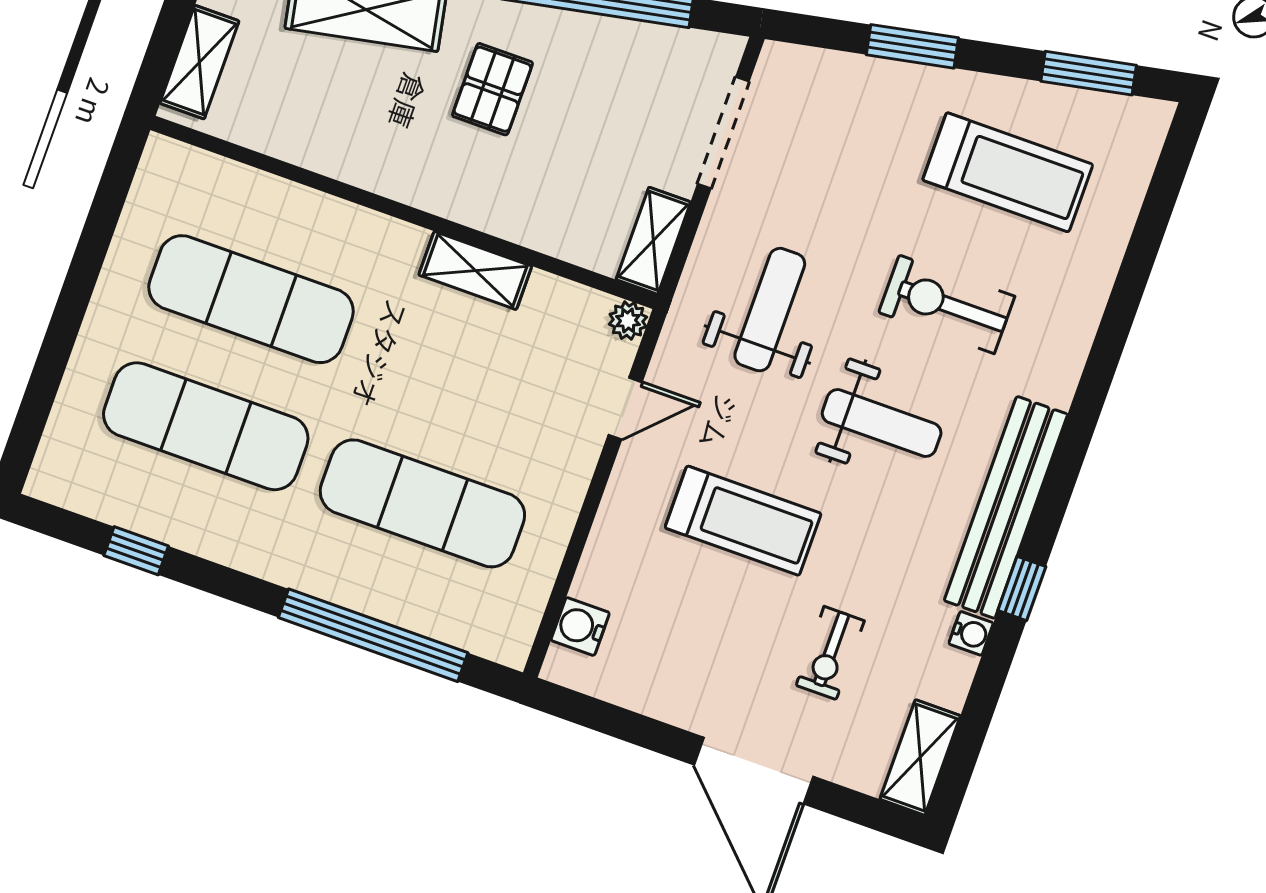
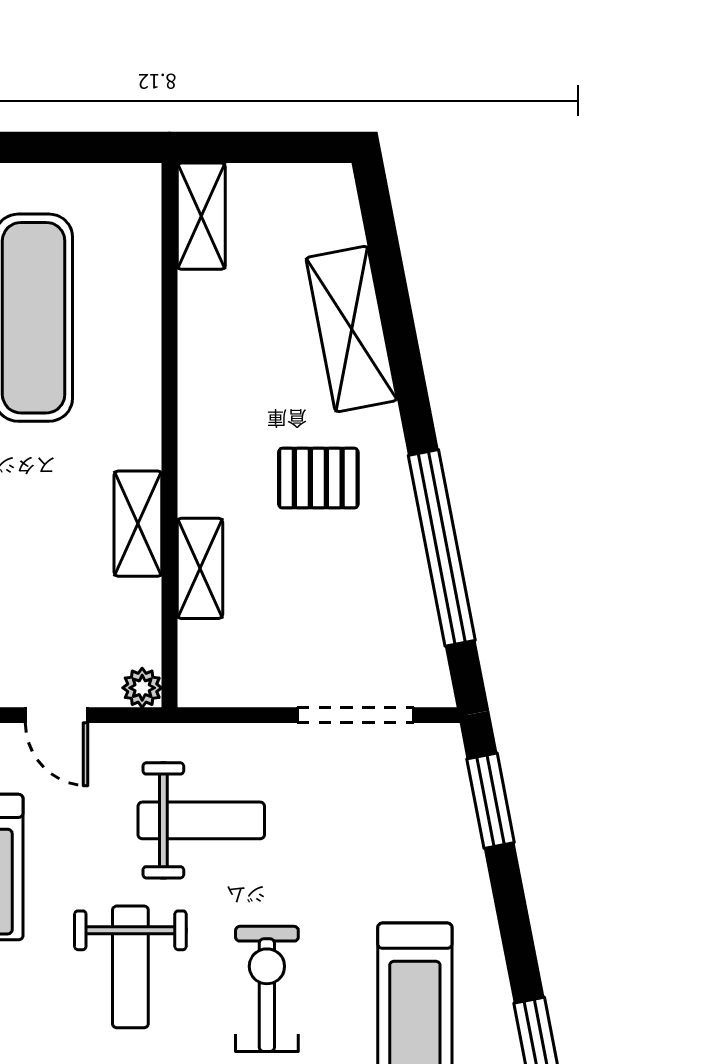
window: (912, 46) -> (491, 801), moved
shelving: (199, 62) -> (201, 216), moved, turned 90
shelving: (653, 241) -> (200, 568), moved, turned 90

